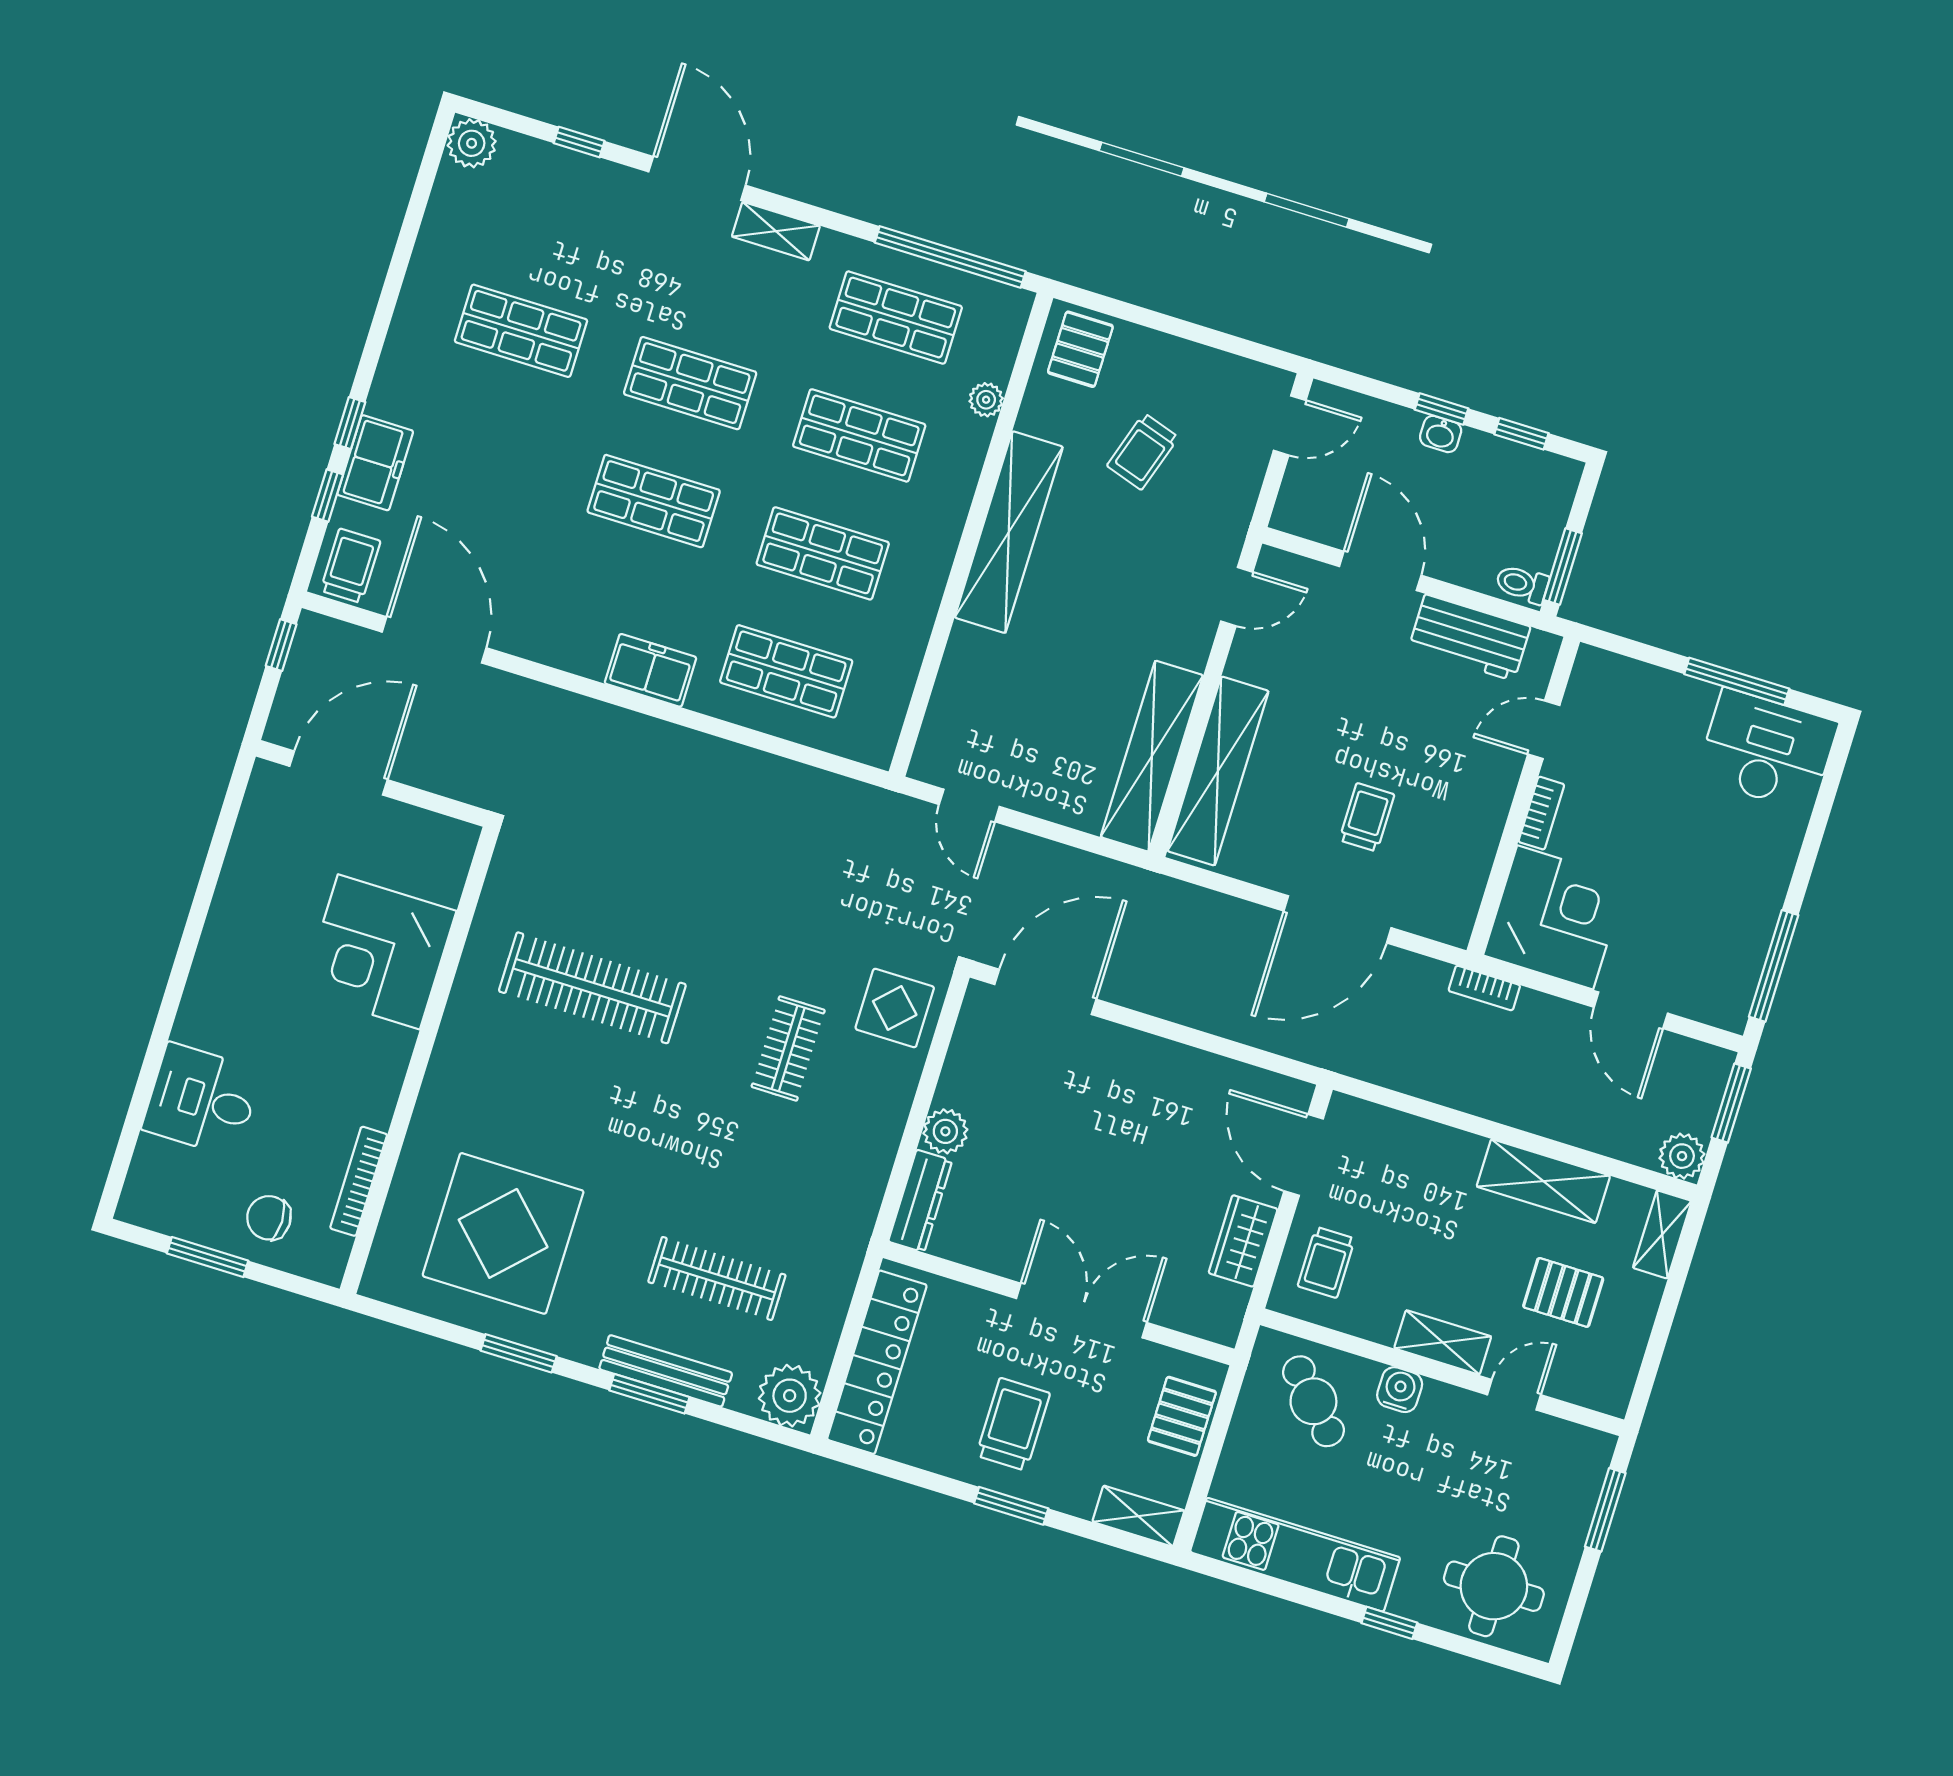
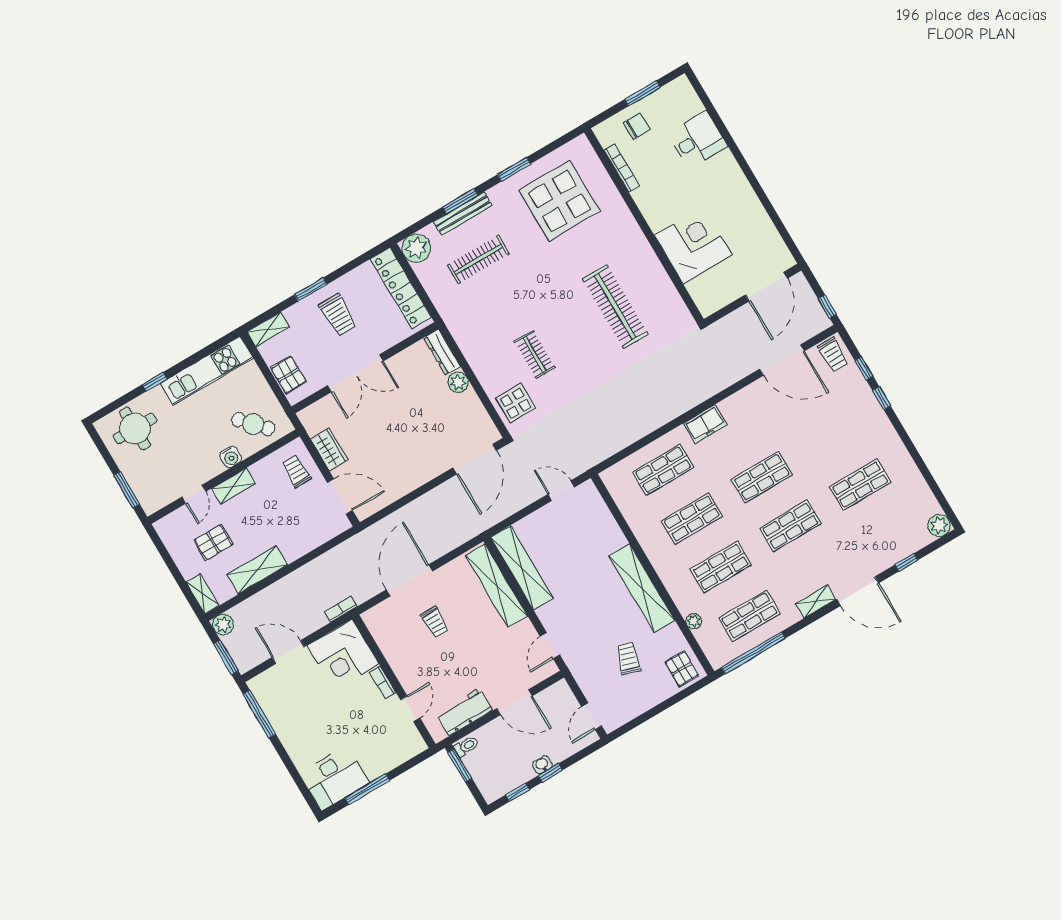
freezer: (375, 463) -> (860, 394), removed
clothes rail: (592, 988) -> (615, 307), turned 90

